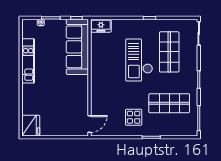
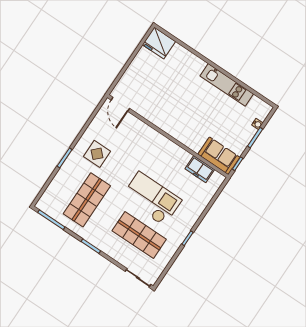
freezer: (101, 26) -> (200, 169), moved, turned -90
sofa: (77, 47) -> (219, 156), width x0.54, depth x0.79

